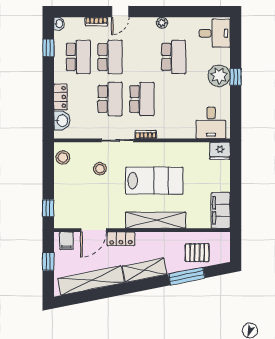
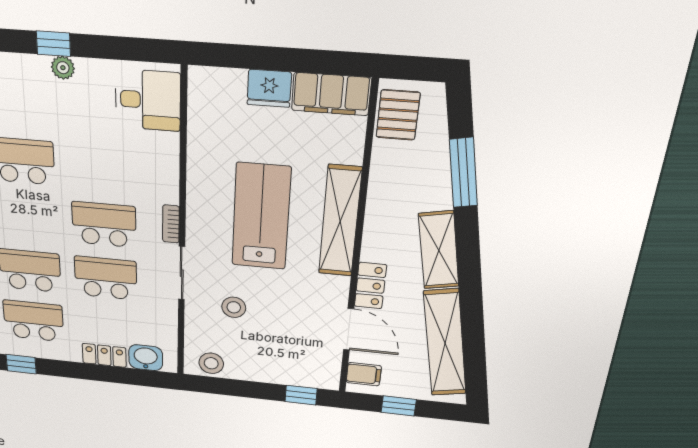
plant: (219, 76) -> (63, 68), width x0.53, depth x0.53
fridge: (220, 151) -> (269, 88), moved, turned 90
pallet: (197, 253) -> (398, 115), moved

